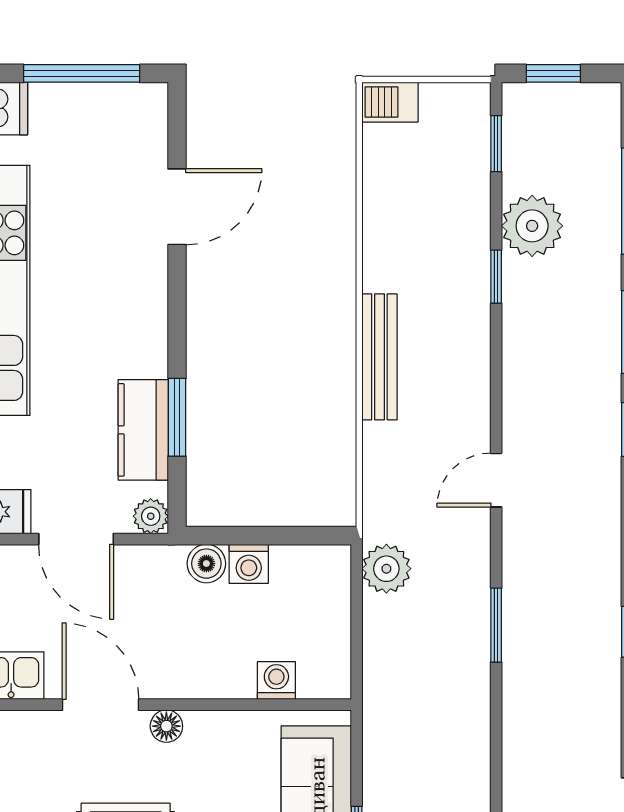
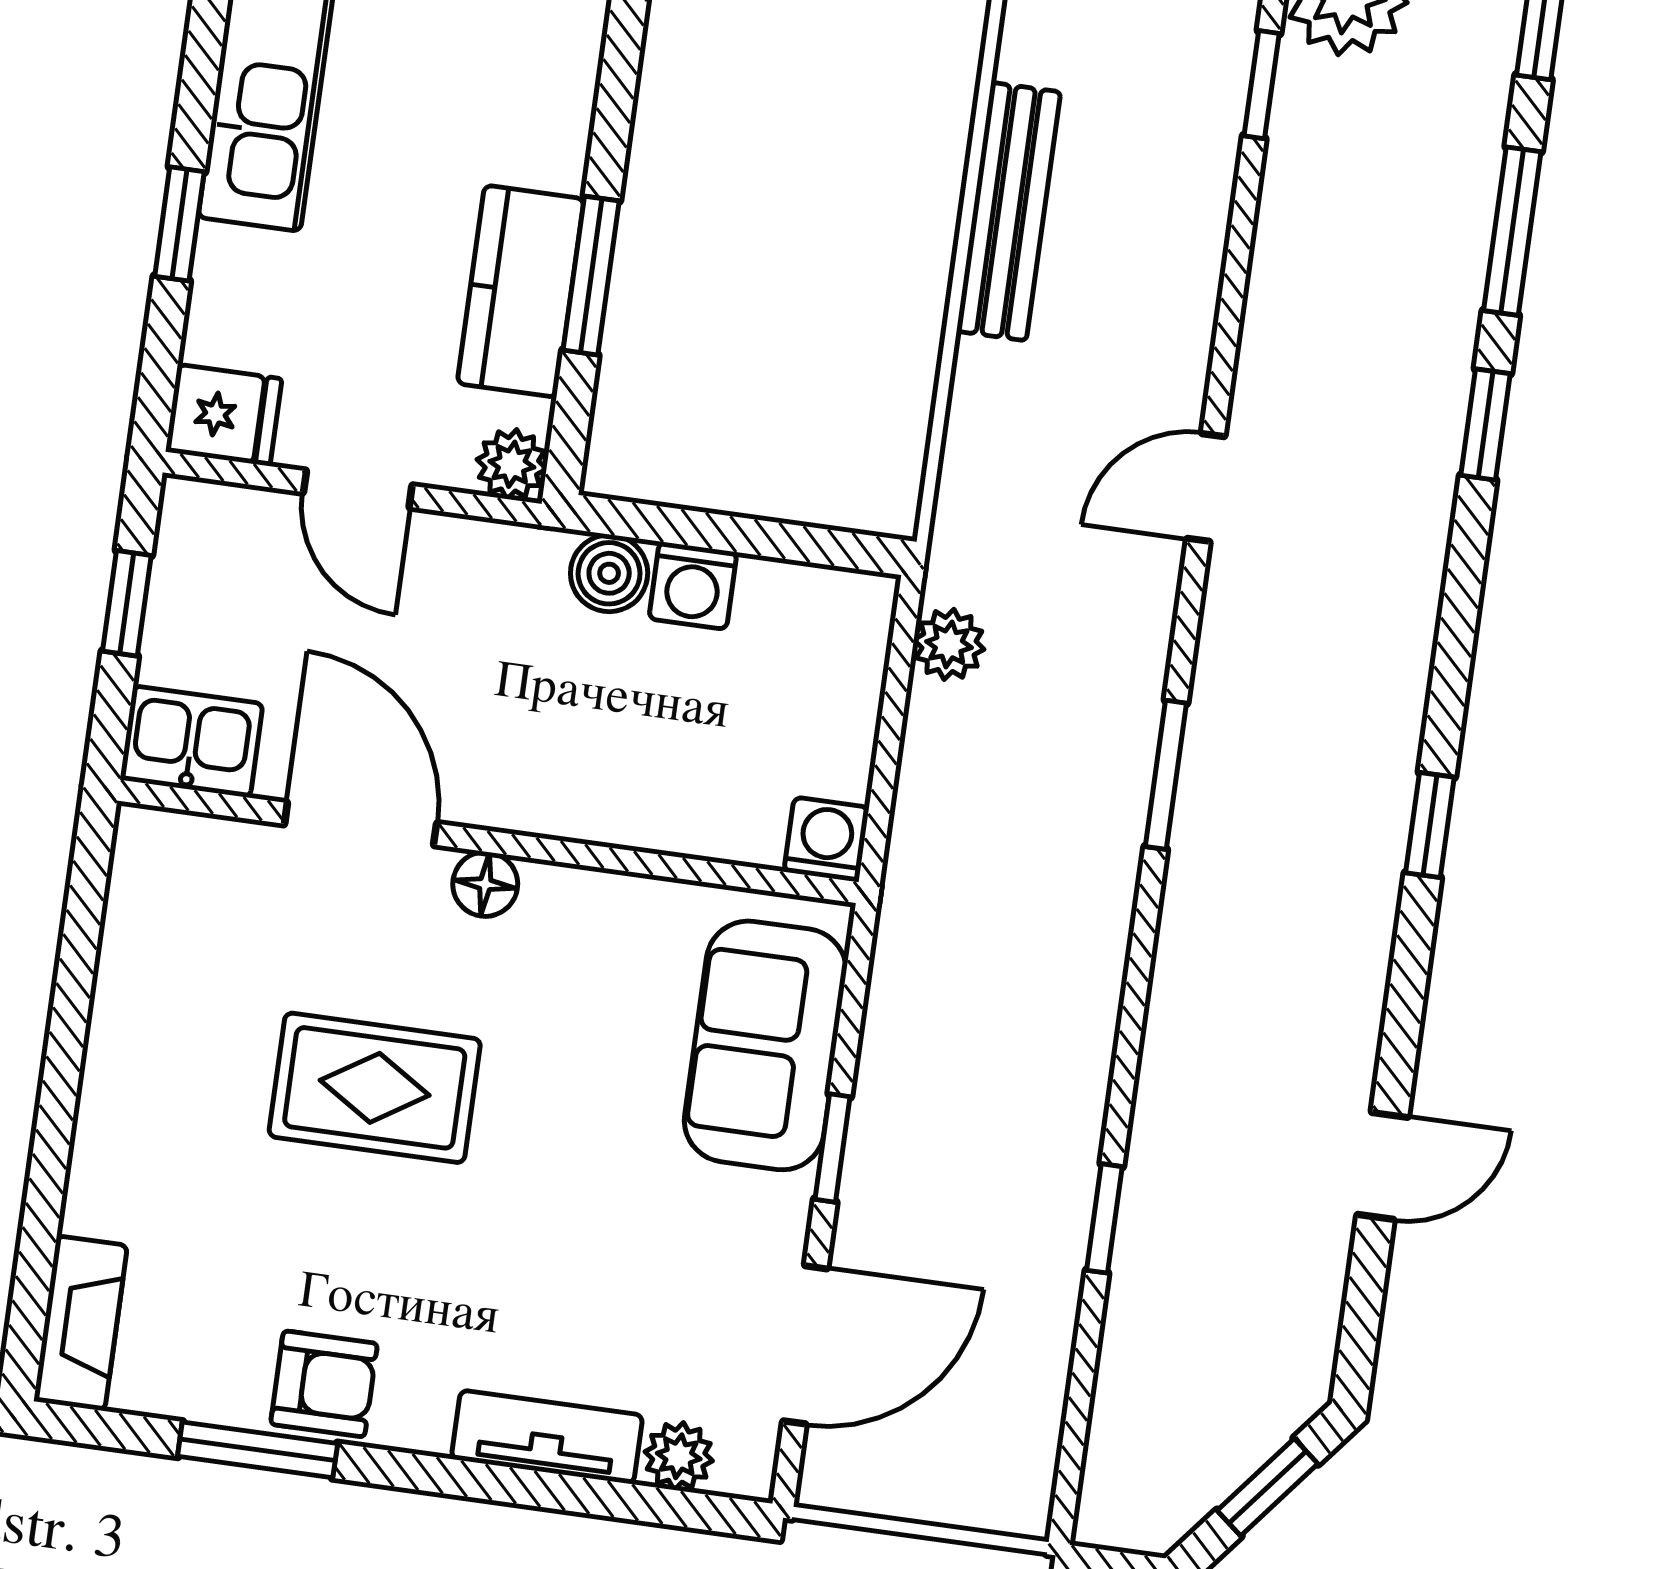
door: (76, 539) -> (358, 489), width x0.73
plant: (386, 569) -> (949, 644), width x0.73, depth x0.73
washing machine: (276, 681) -> (827, 840), moved

